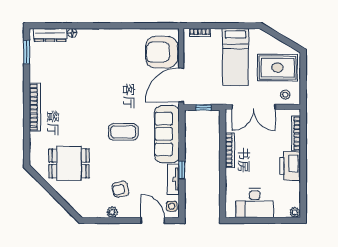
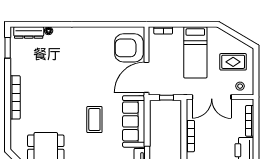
rug: (278, 68) -> (233, 62), width x0.73, depth x0.70
coffee table: (123, 132) -> (94, 120), turned 90

